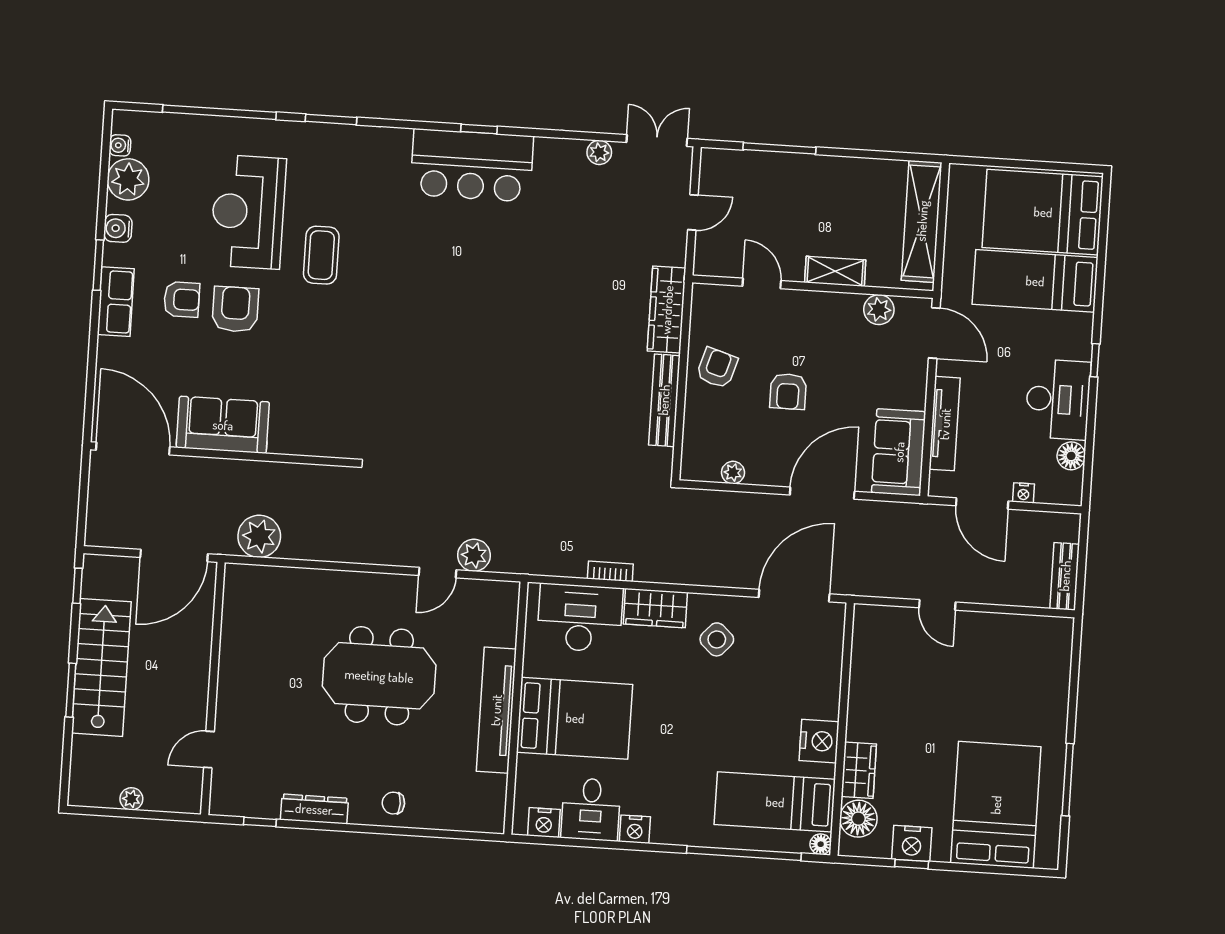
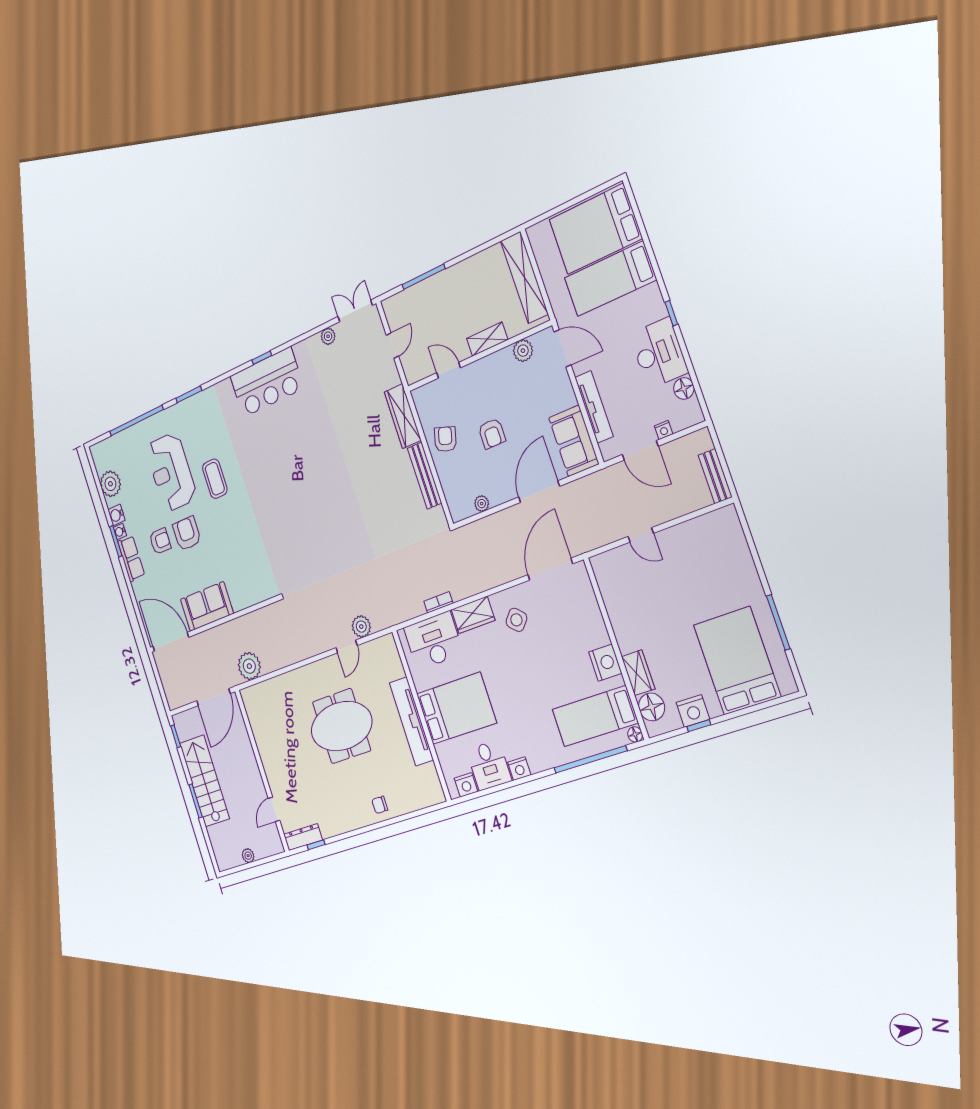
water cooler: (120, 145) -> (120, 532), moved
dresser: (314, 809) -> (303, 837), moved

